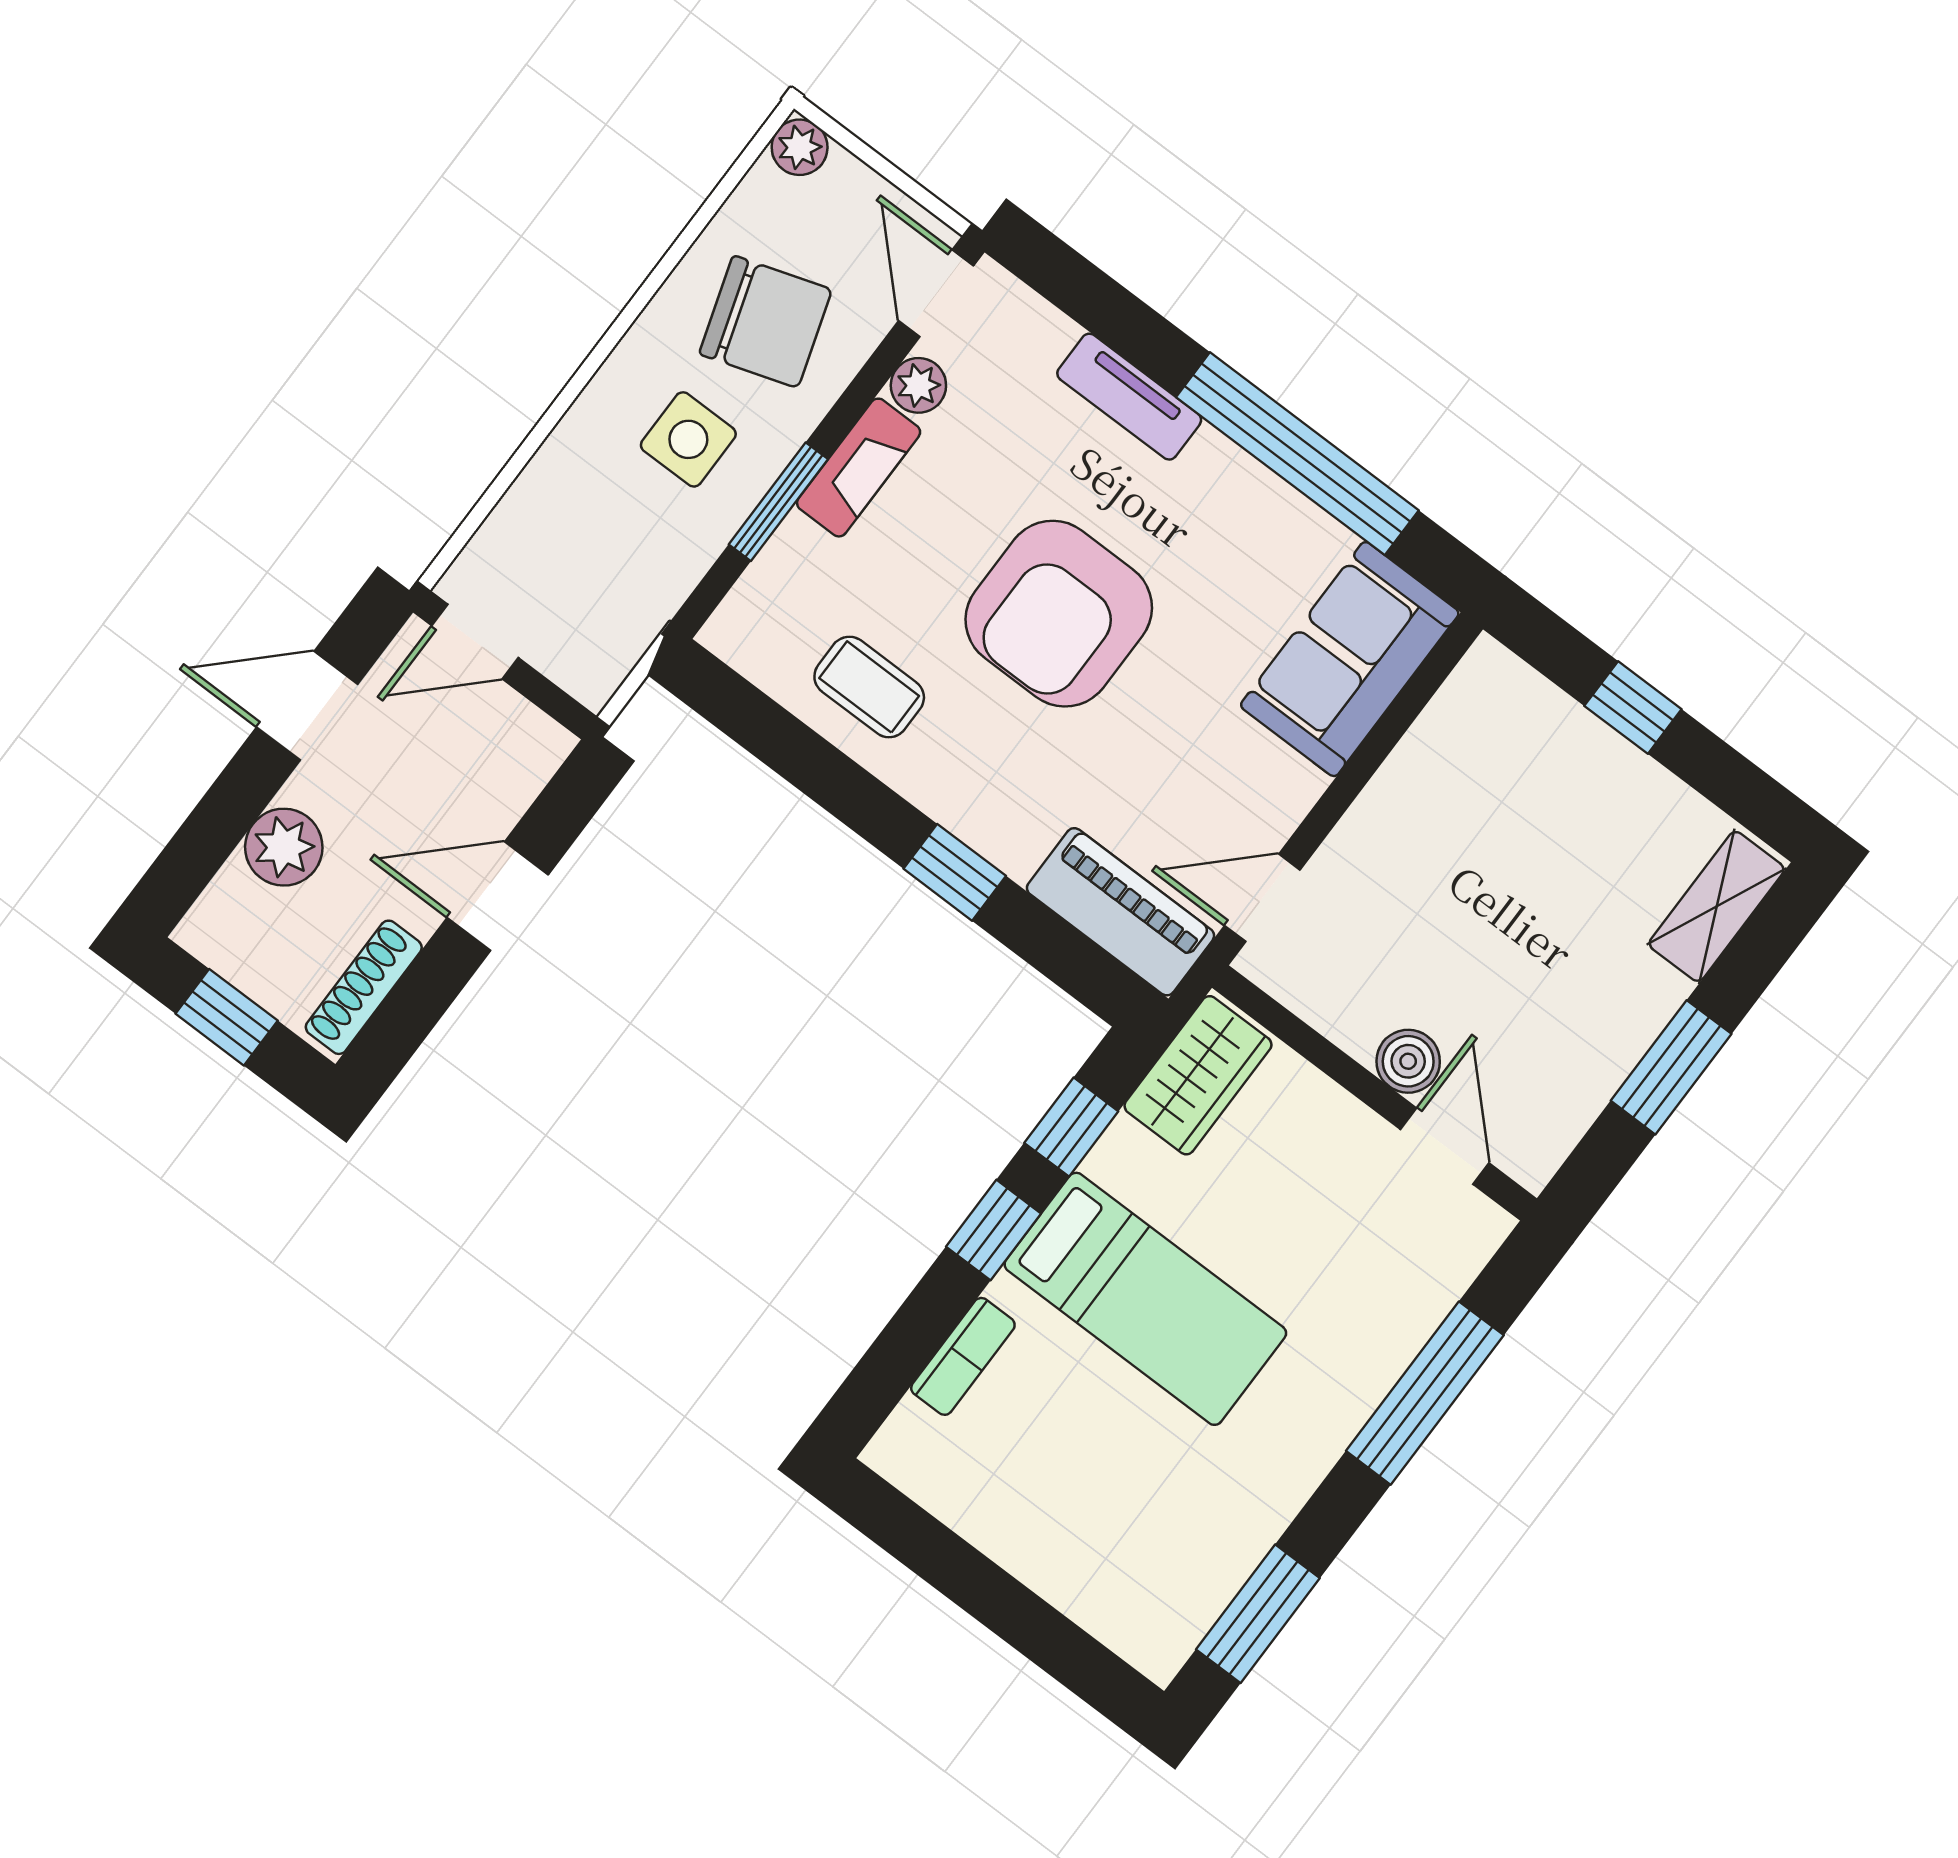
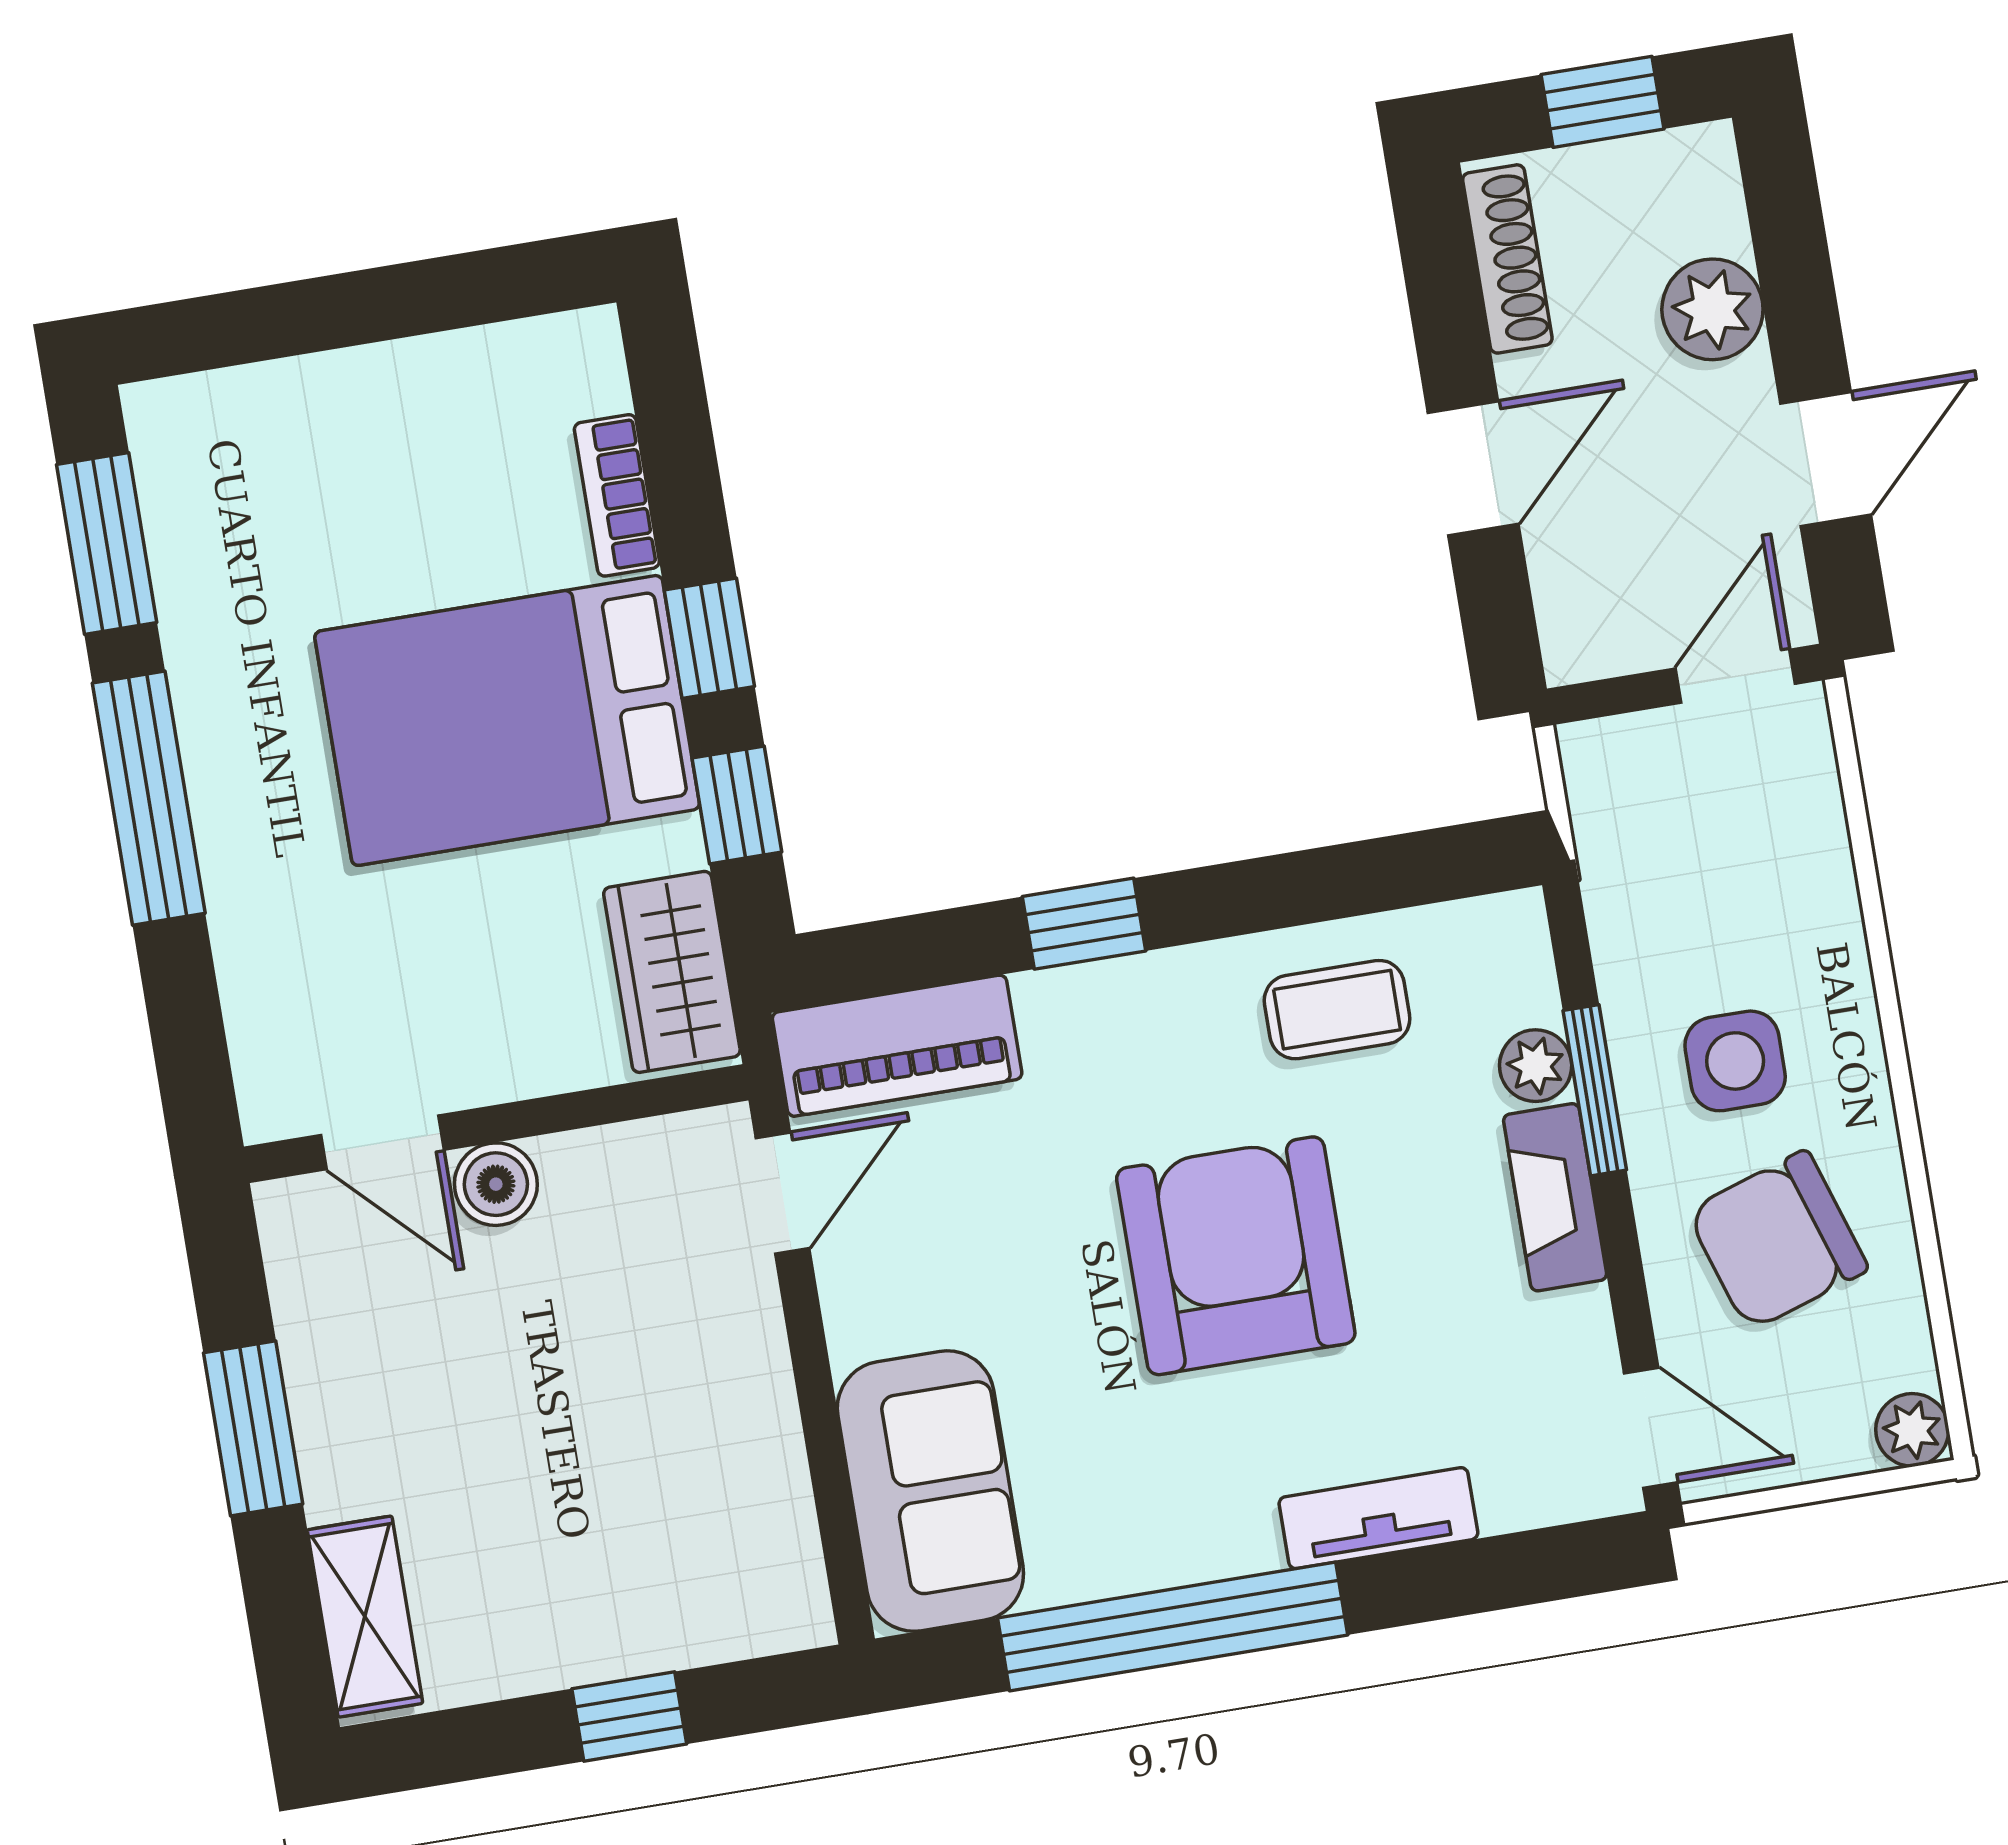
plant: (918, 385) -> (1536, 1066), moved
bed: (1145, 1299) -> (507, 720), width x1.50
window: (1425, 1393) -> (149, 798), moved

